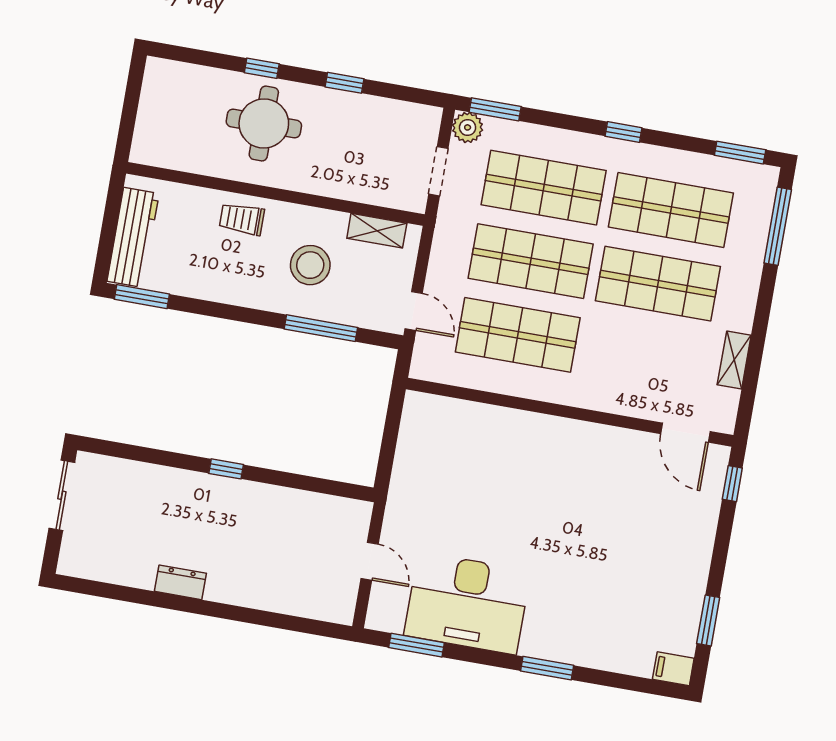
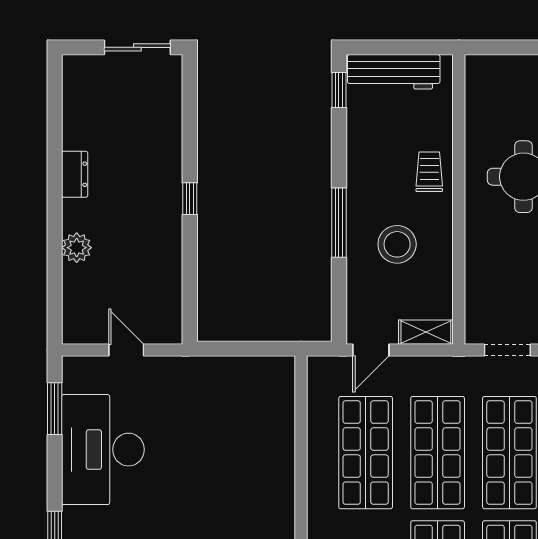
shelving: (377, 231) -> (426, 332), moved, turned 90
window: (142, 297) -> (339, 90), width x0.67
window: (321, 328) -> (339, 223), moved
door: (370, 561) -> (126, 350), swing flipped
plant: (256, 593) -> (77, 248), added

